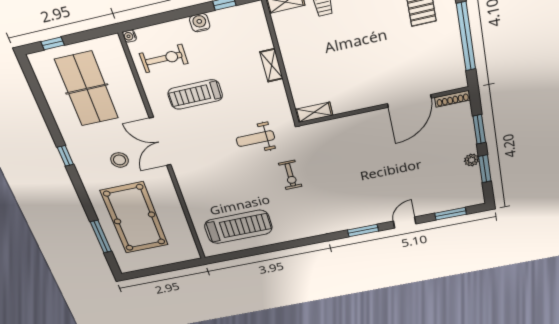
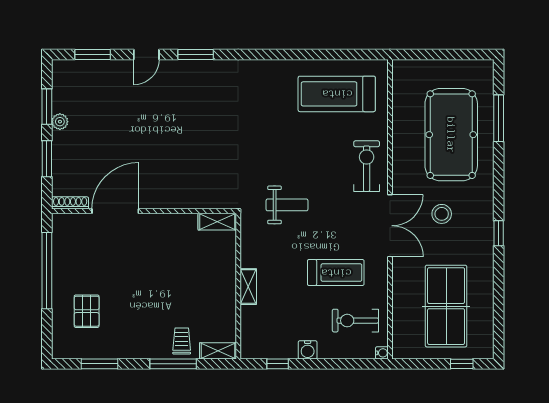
exercise bike: (290, 175) -> (367, 166), moved, width x1.38, depth x1.39

